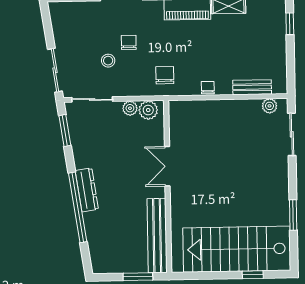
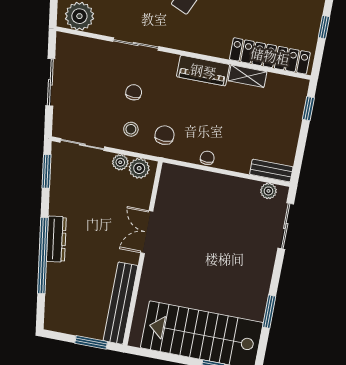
stool: (108, 61) -> (131, 129), moved
sliding door: (55, 70) -> (50, 82), moved
bench: (252, 87) -> (271, 171), moved

